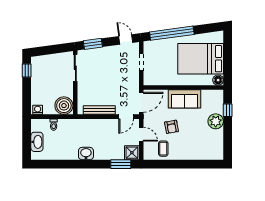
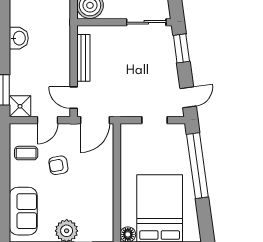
sofa: (185, 99) -> (23, 211), moved, turned 180
door: (141, 102) -> (95, 120), hinge flipped

